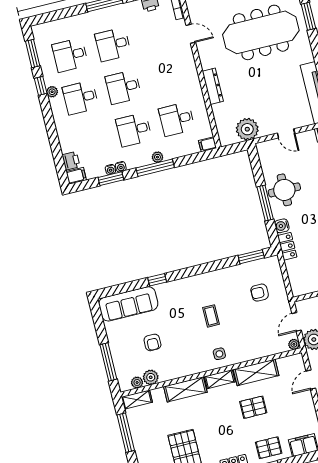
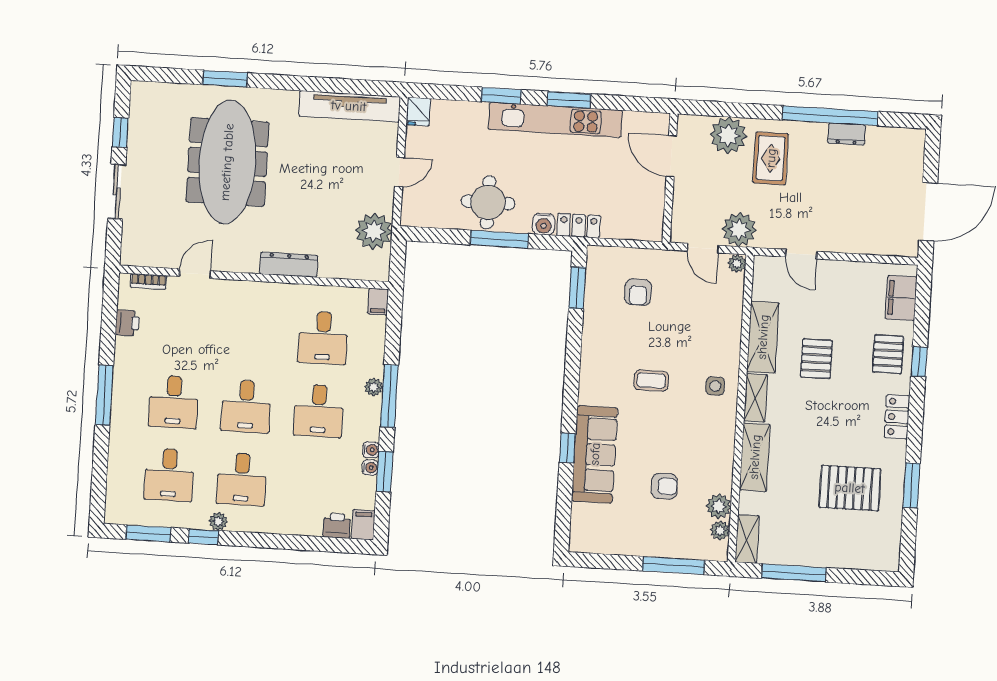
sofa: (128, 304) -> (595, 454), moved

